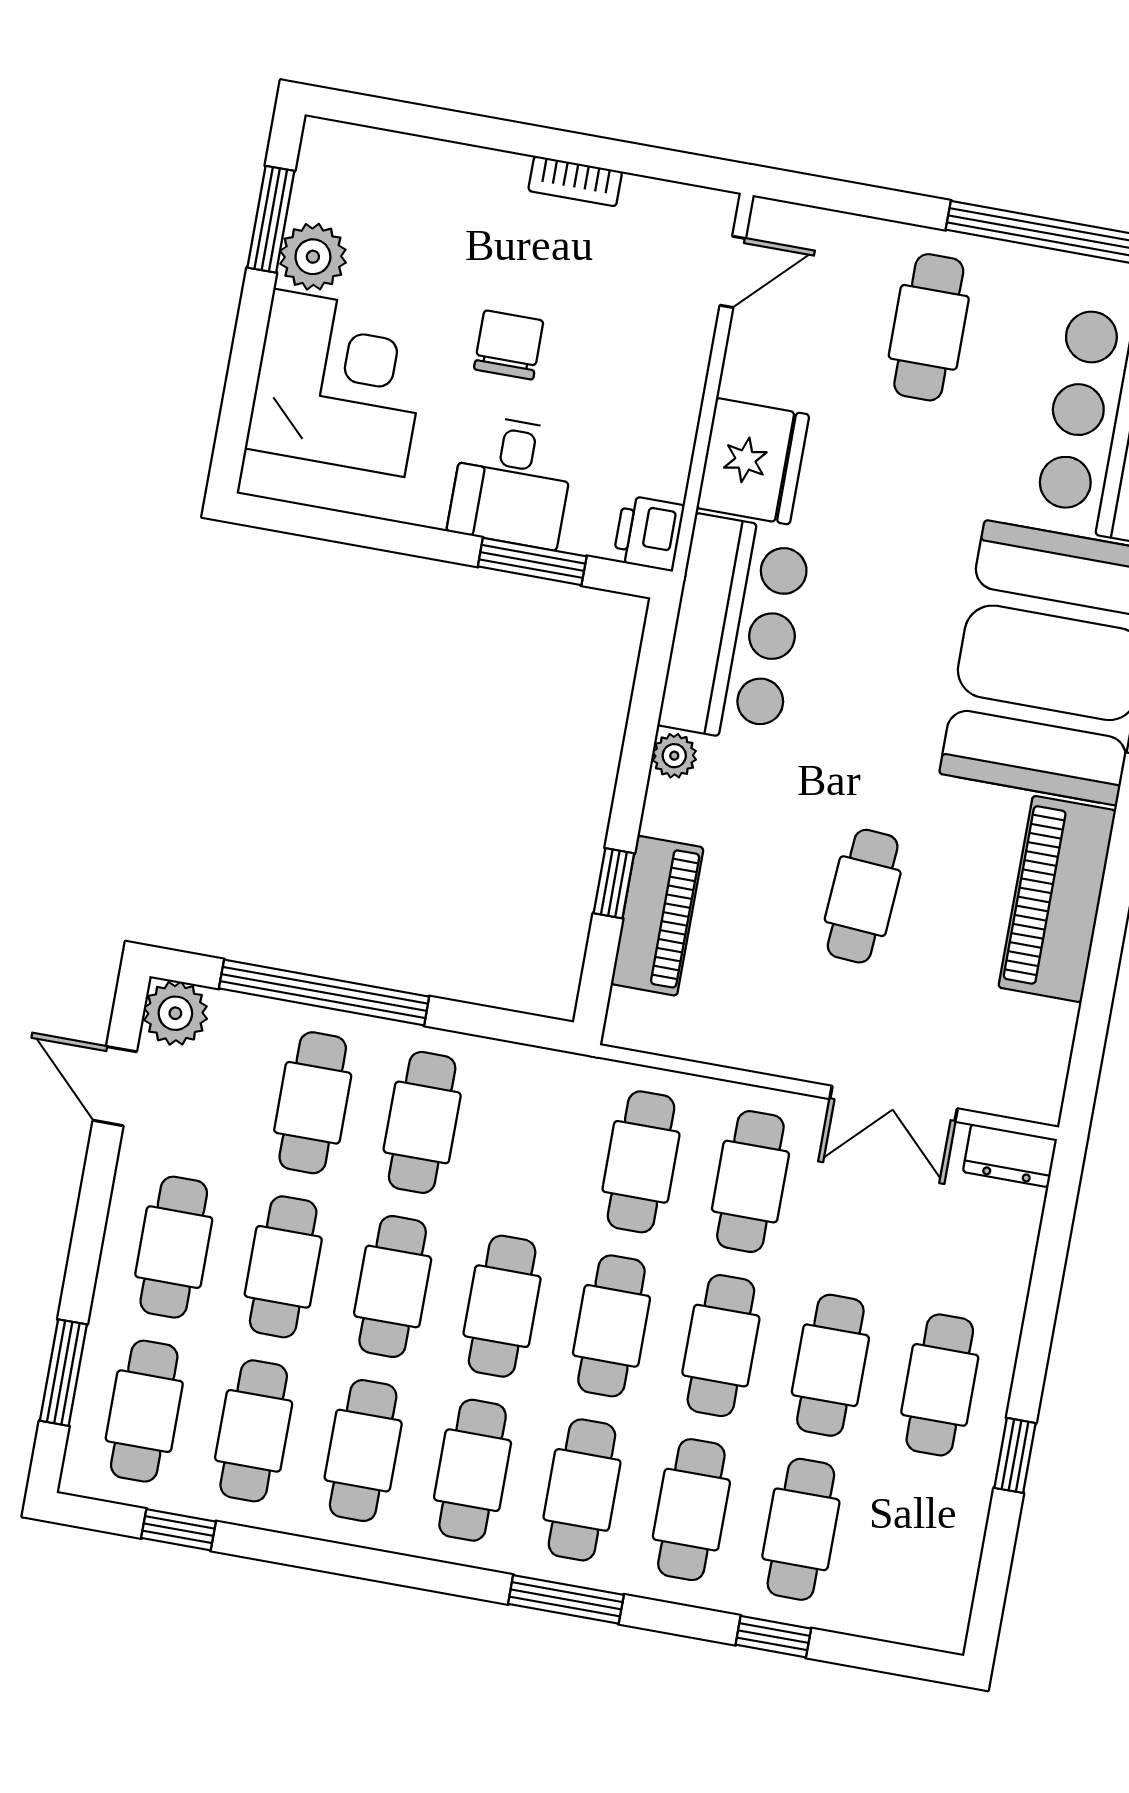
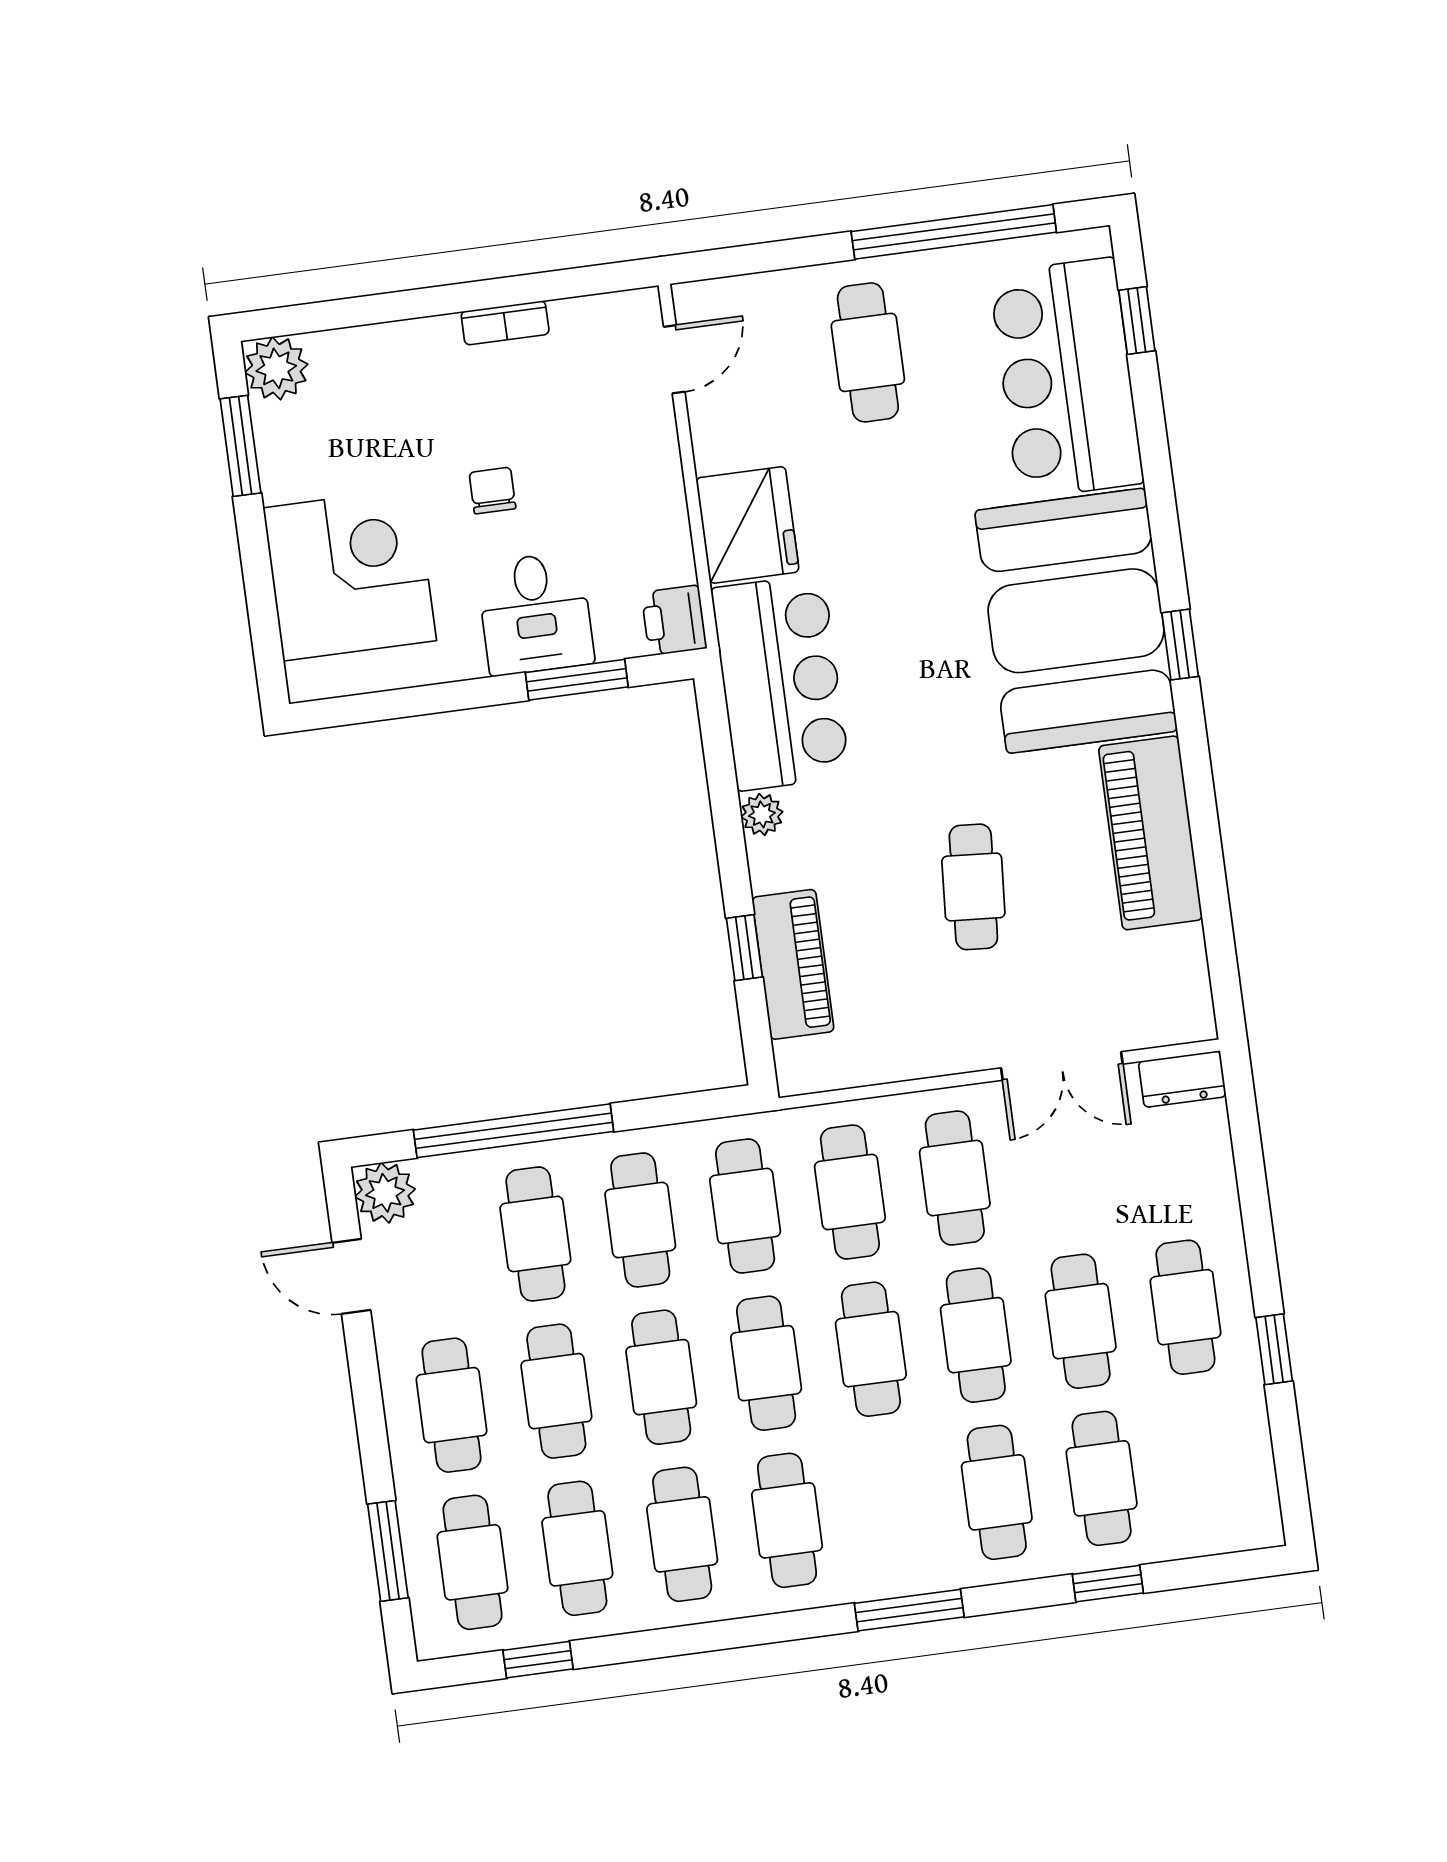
plant: (313, 257) -> (276, 368), moved
chair: (509, 345) -> (492, 491), width x0.73, depth x0.73
cafe table: (582, 1490) -> (745, 1206), moved

